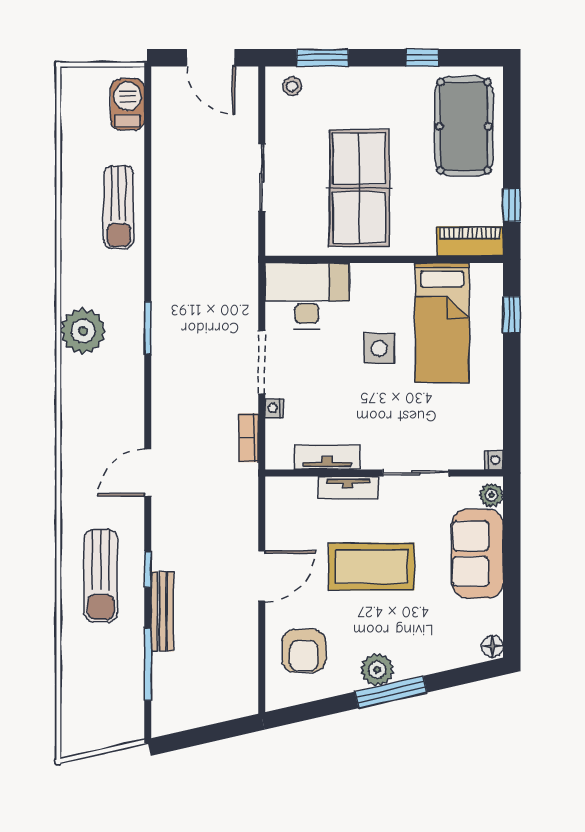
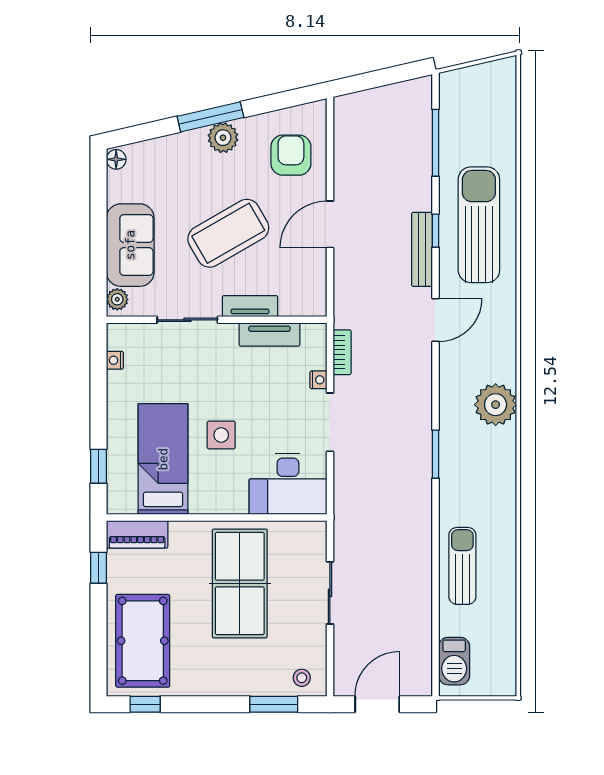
door: (211, 58) -> (377, 704), hinge flipped
window: (422, 58) -> (145, 704), moved
plant: (83, 331) -> (496, 405), moved
nightstand: (494, 460) -> (115, 360), moved
coffee table: (372, 566) -> (228, 233), turned -30
sun lounger: (101, 576) -> (479, 225), width x1.36, depth x1.34
bench: (162, 611) -> (422, 249), moved

